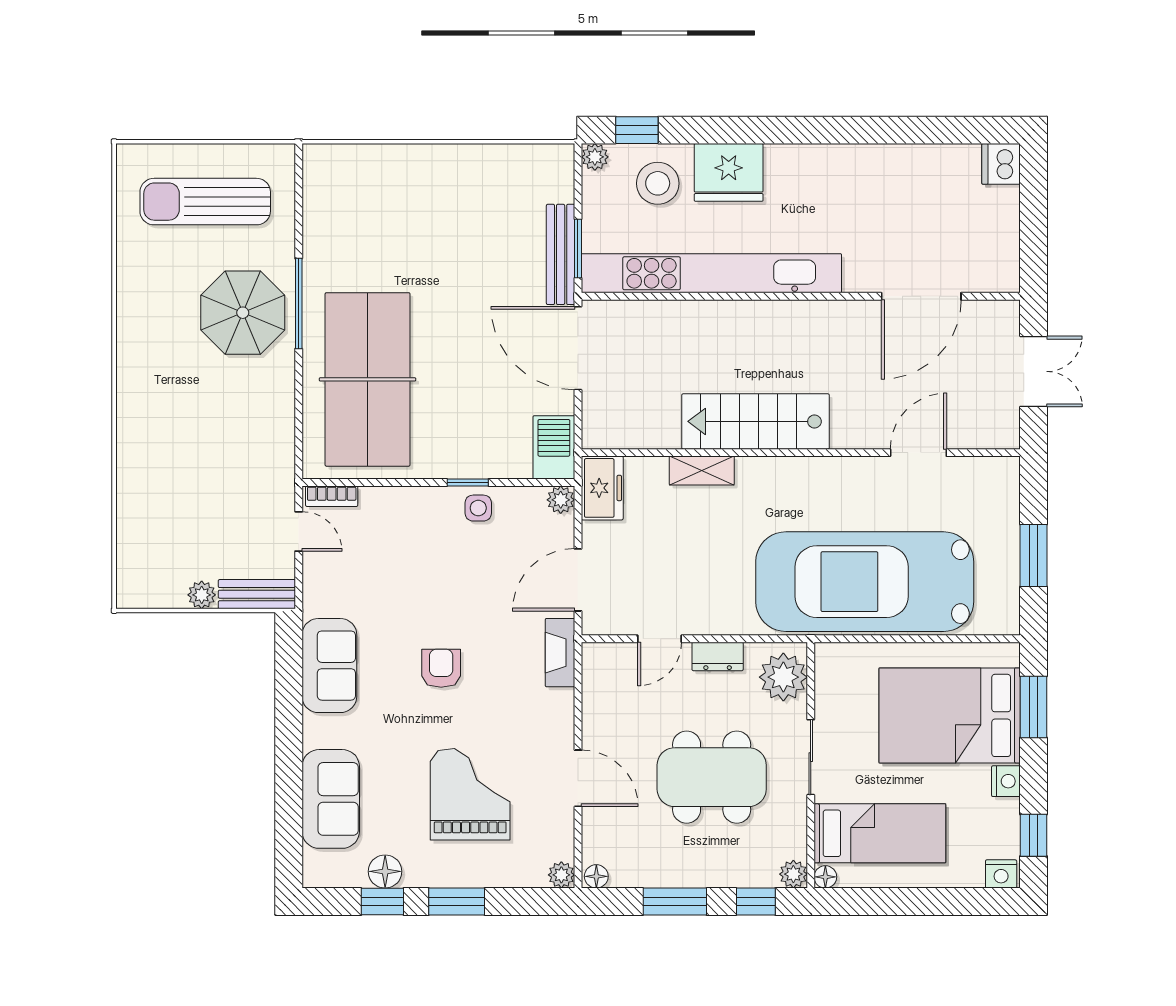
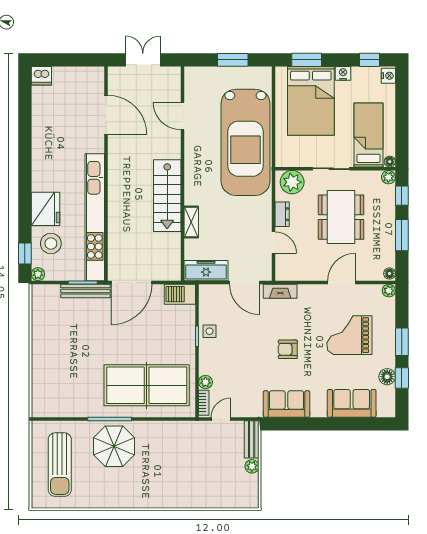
freezer: (602, 488) -> (206, 271), width x1.40
plant: (561, 500) -> (205, 382), moved

